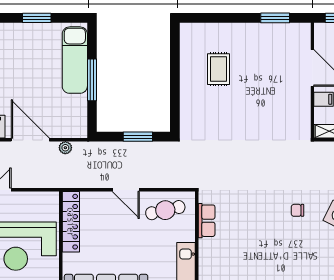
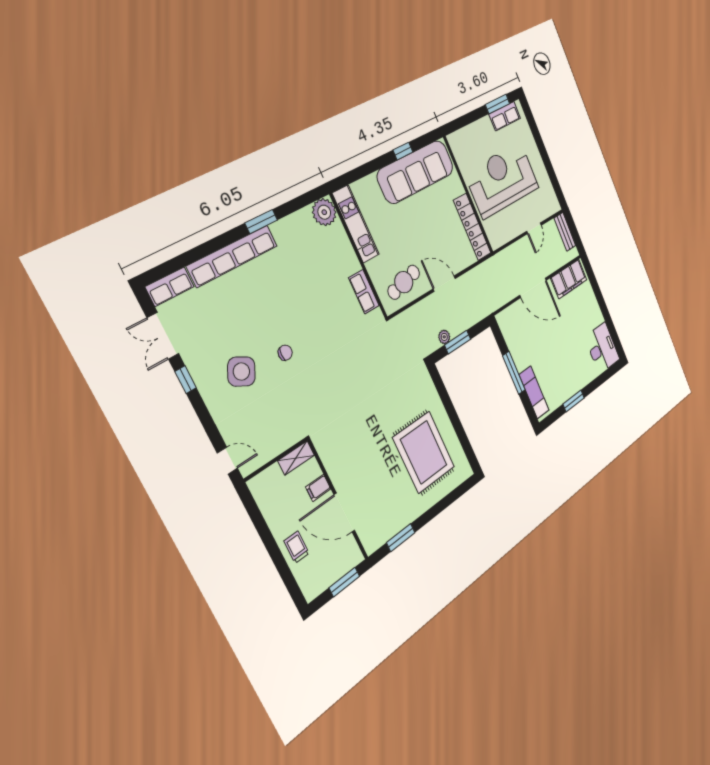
exam couch: (75, 60) -> (534, 392), width x0.73, depth x0.69
rug: (219, 69) -> (424, 452), width x1.86, depth x2.06
plant: (65, 148) -> (444, 337), moved

